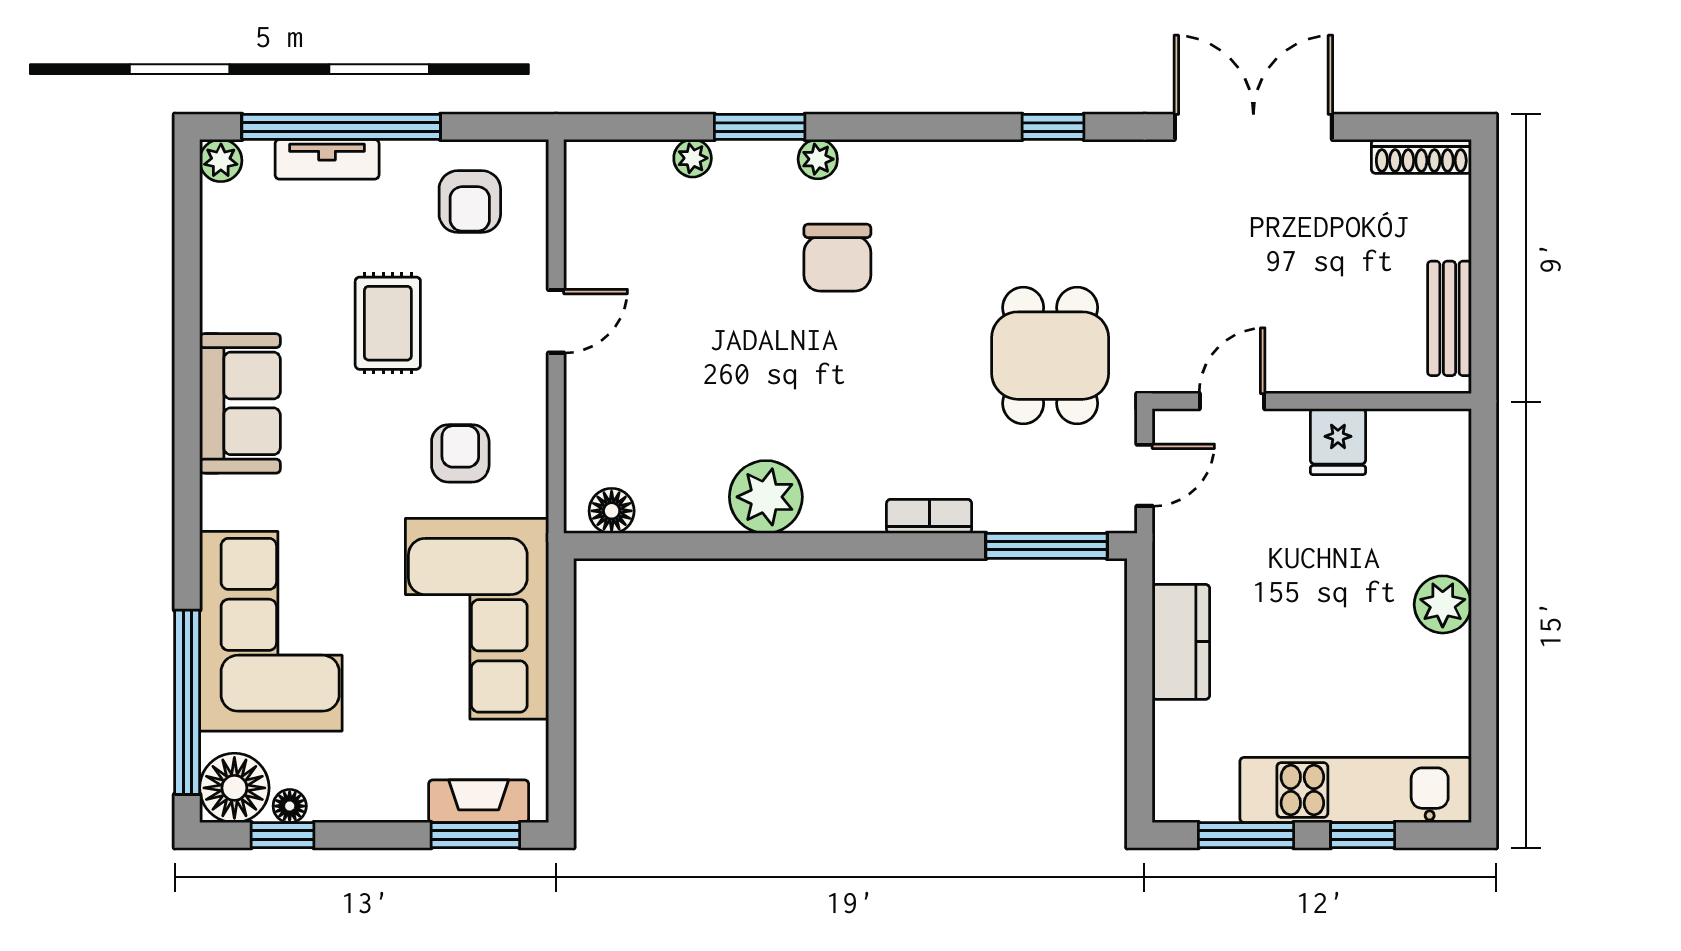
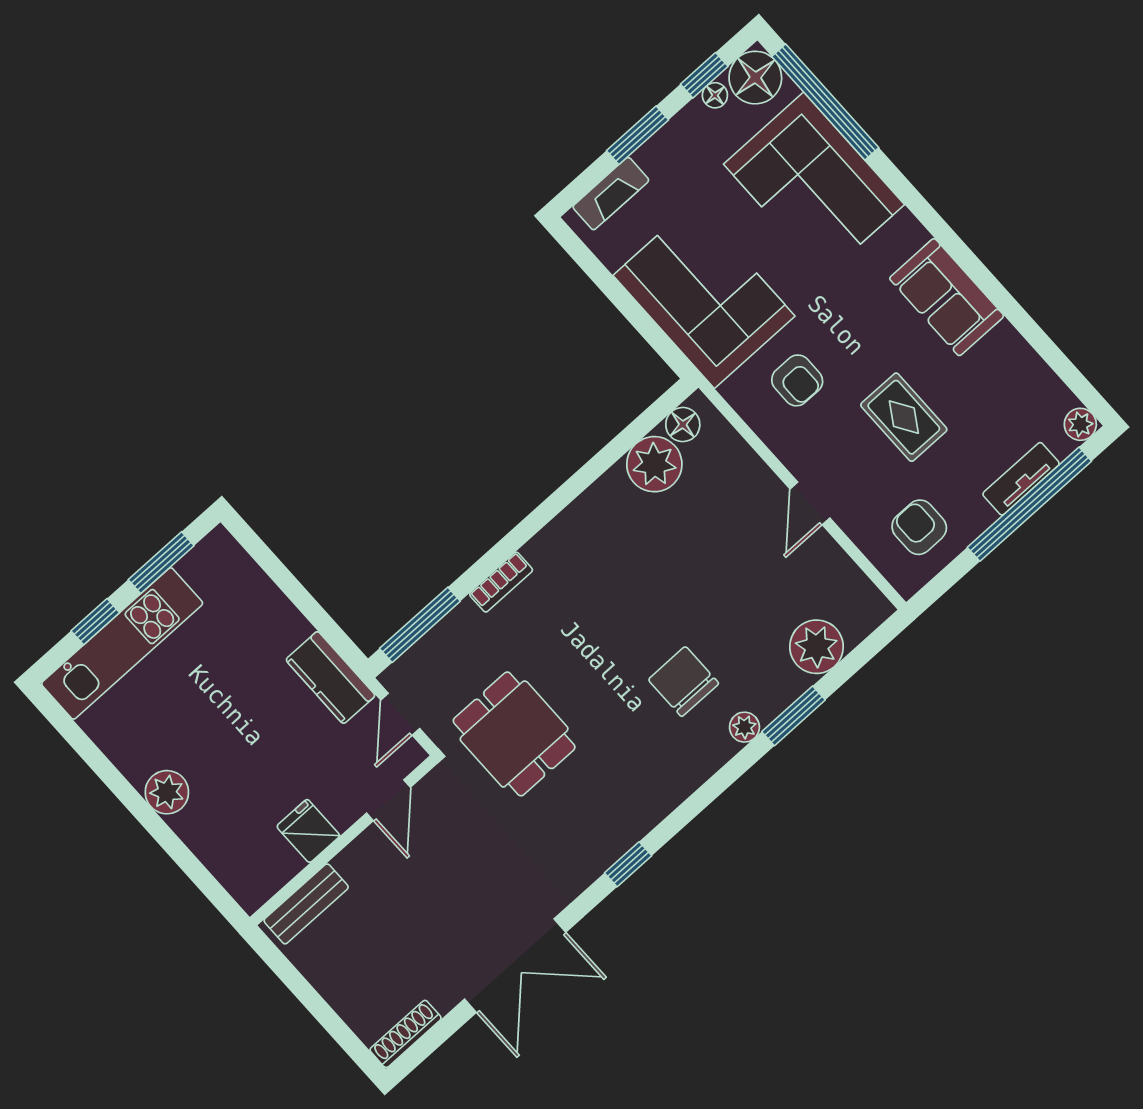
plant: (693, 158) -> (816, 647), width x1.87, depth x1.87
bench: (1449, 318) -> (306, 904), moved, turned 90
plant: (766, 497) -> (654, 464), moved
kitchen counter: (1181, 642) -> (330, 678), moved
window: (475, 835) -> (638, 135), moved

